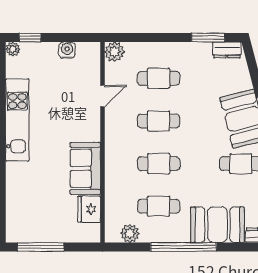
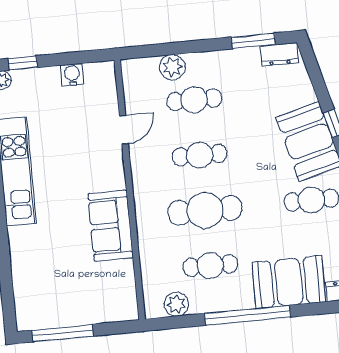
plant: (114, 52) -> (172, 67), moved
cafe table: (159, 164) -> (205, 210), width x1.37, depth x1.35
fridge: (89, 209) -> (121, 278), removed

